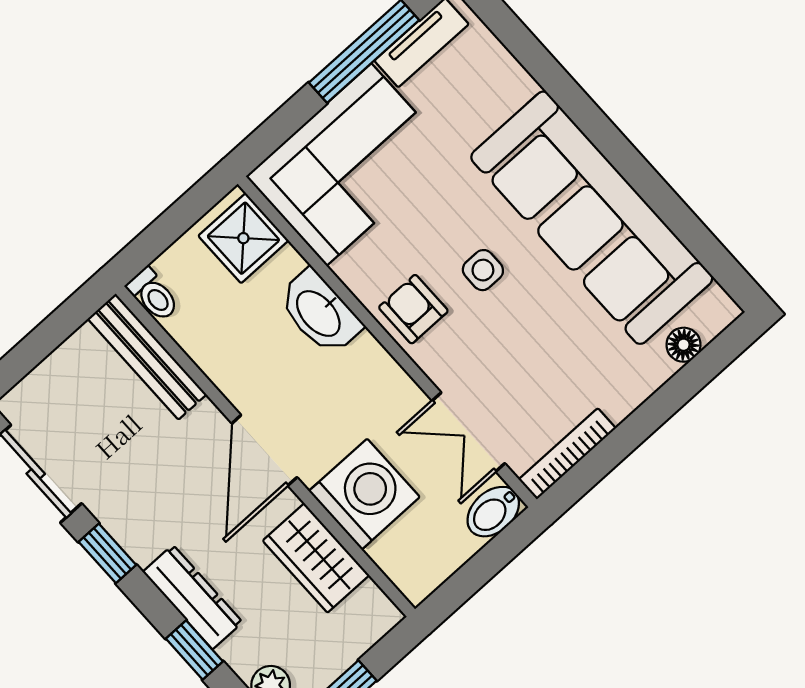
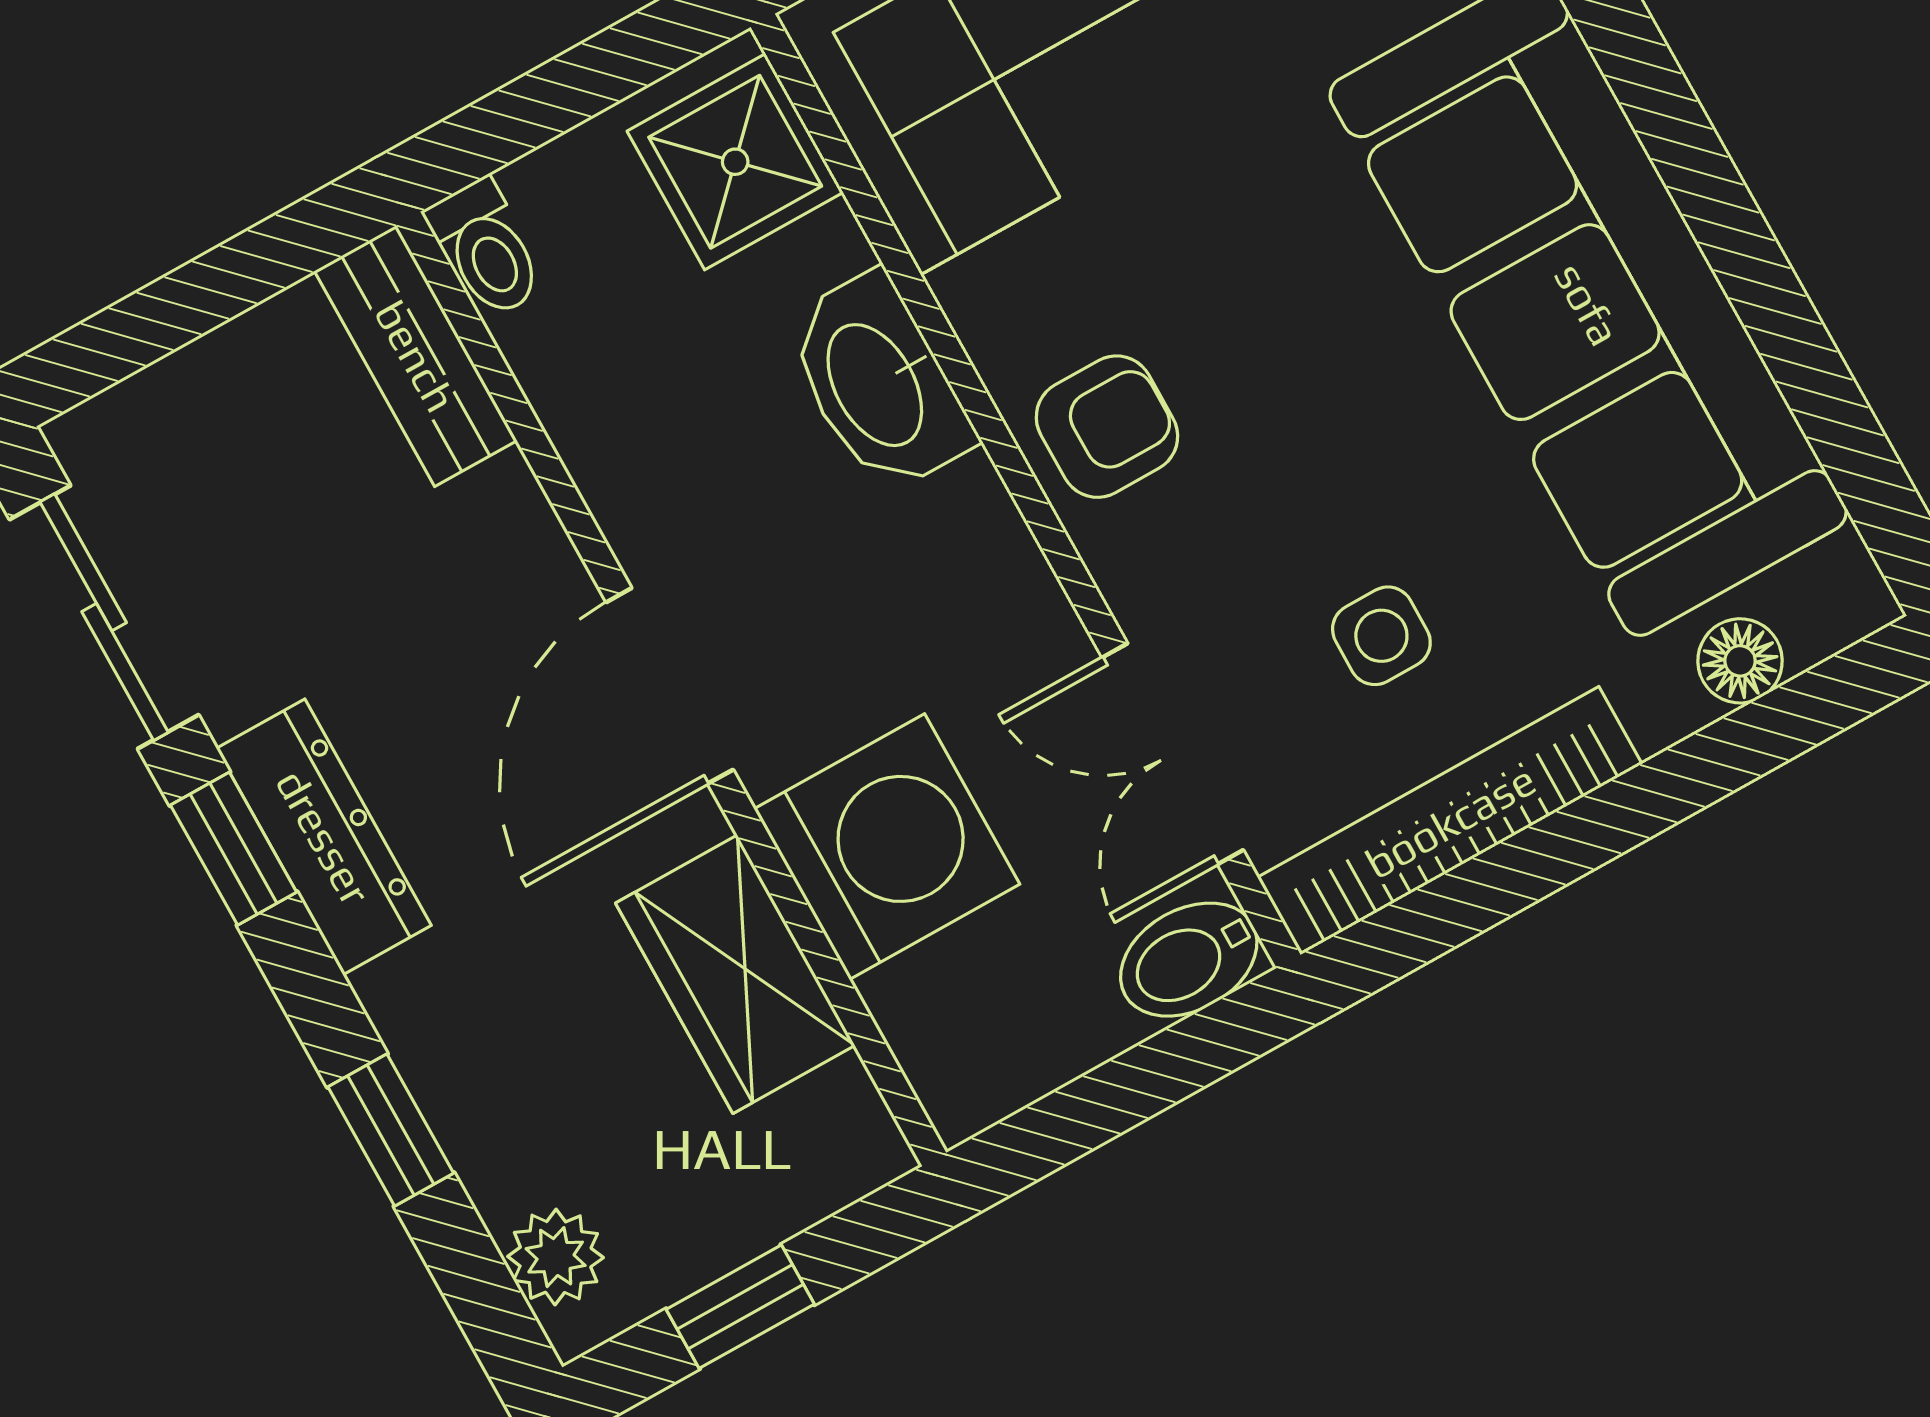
side table: (483, 270) -> (1381, 636), moved
armchair: (413, 309) -> (1107, 427), turned 90
bench: (147, 357) -> (416, 356), width x0.73
bookcase: (567, 454) -> (1450, 821), width x1.48, depth x1.31
dresser: (193, 597) -> (324, 837), moved

